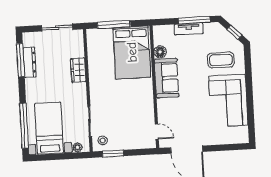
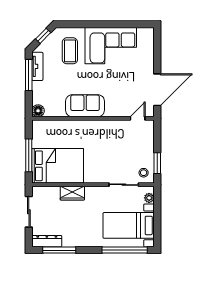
tv unit: (189, 29) -> (37, 66), moved
bed: (132, 52) -> (58, 166), moved
floor lamp: (160, 52) -> (38, 111), moved
dresser: (30, 62) -> (47, 241), moved

